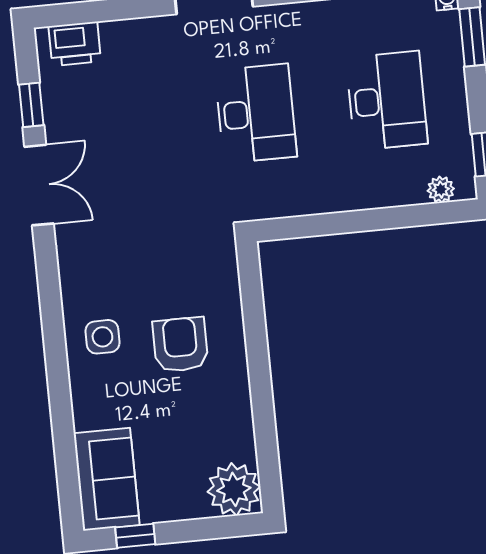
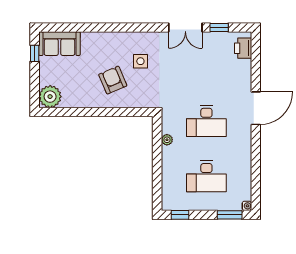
plant: (441, 190) -> (167, 140), moved
side table: (102, 337) -> (140, 61), moved
armchair: (180, 345) -> (113, 80), turned -113

